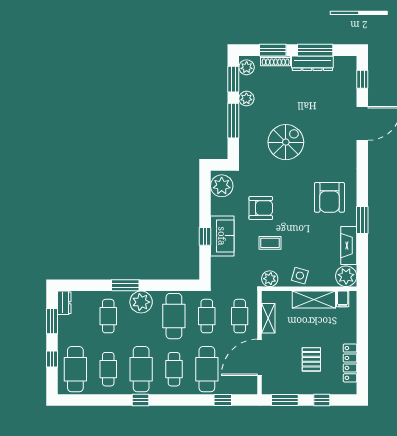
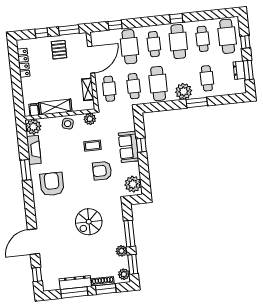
dresser: (64, 303) -> (239, 70), moved
pallet: (311, 359) -> (59, 50), moved

